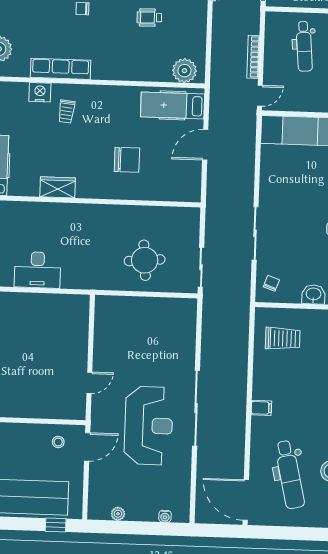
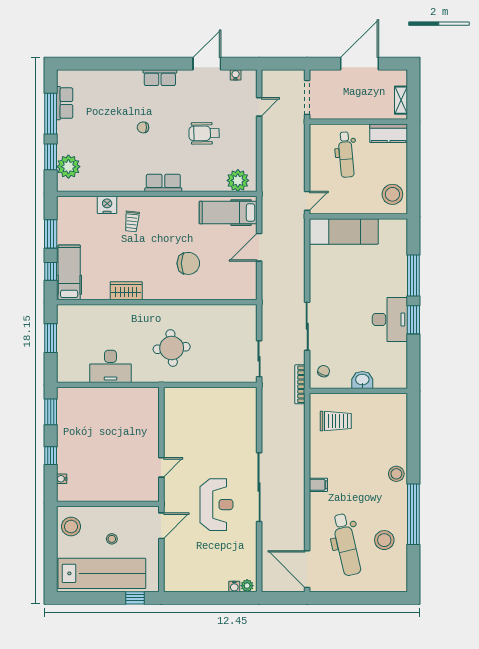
wheelchair: (149, 18) -> (204, 133), width x1.36, depth x1.37
bookcase: (253, 57) -> (300, 384), moved
row of seats: (61, 69) -> (163, 183), moved, width x0.68
round table: (145, 260) -> (172, 348), moved
reception desk: (149, 426) -> (216, 505), width x0.74, depth x0.77
stool: (58, 442) -> (112, 539), moved
plant: (118, 514) -> (247, 586), moved

